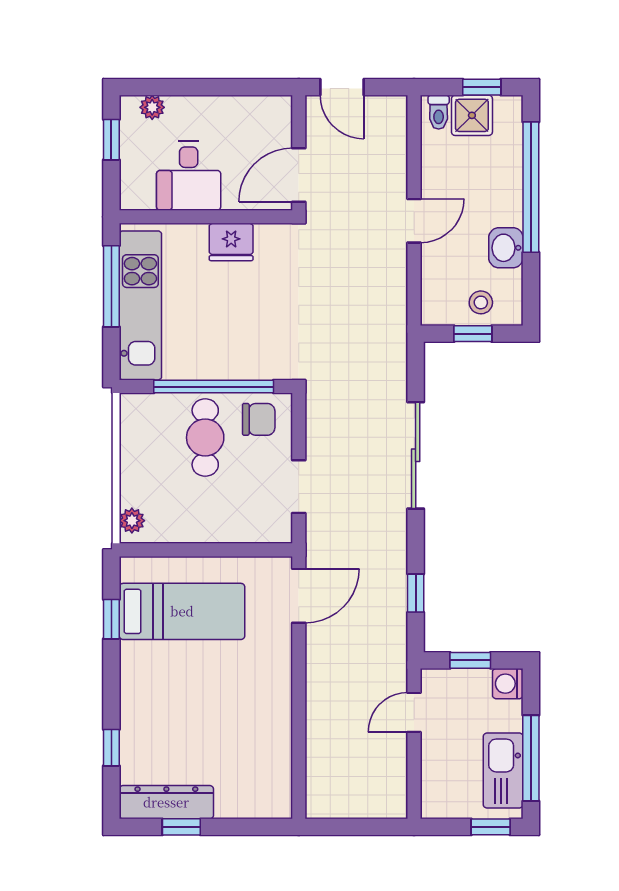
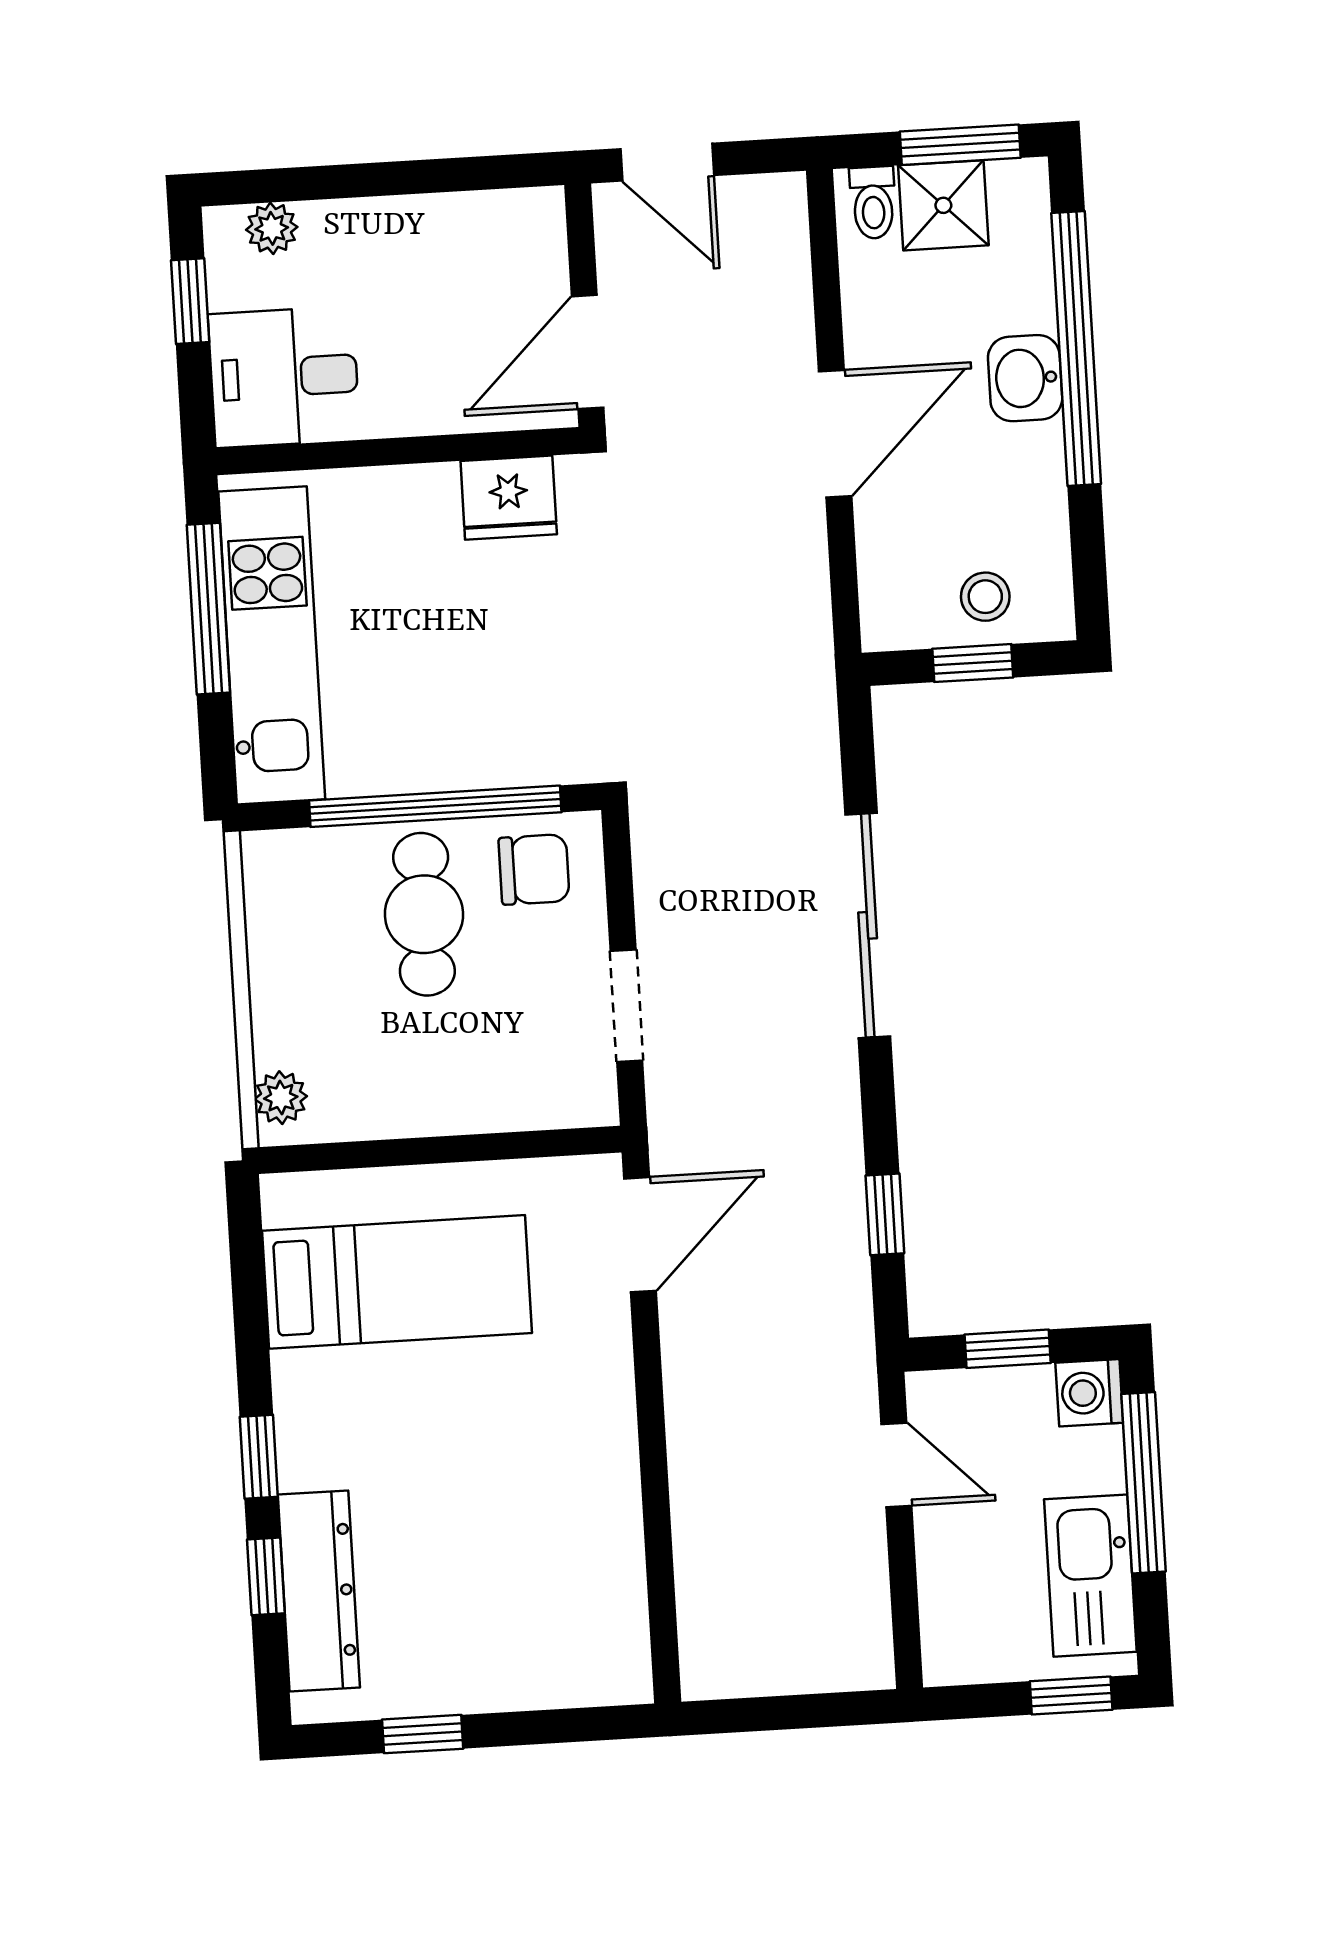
window: (482, 87) -> (960, 145), width x1.50
desk: (189, 176) -> (284, 377), moved, turned 90
door: (414, 221) -> (835, 434), width x1.38
fridge: (231, 242) -> (509, 498), moved
washbasin: (506, 248) -> (1025, 378), moved
window: (111, 619) -> (259, 1457), moved
door: (414, 712) -> (896, 1465), swing flipped
window: (531, 758) -> (1144, 1483), moved
dresser: (166, 802) -> (319, 1591), moved, turned 90

